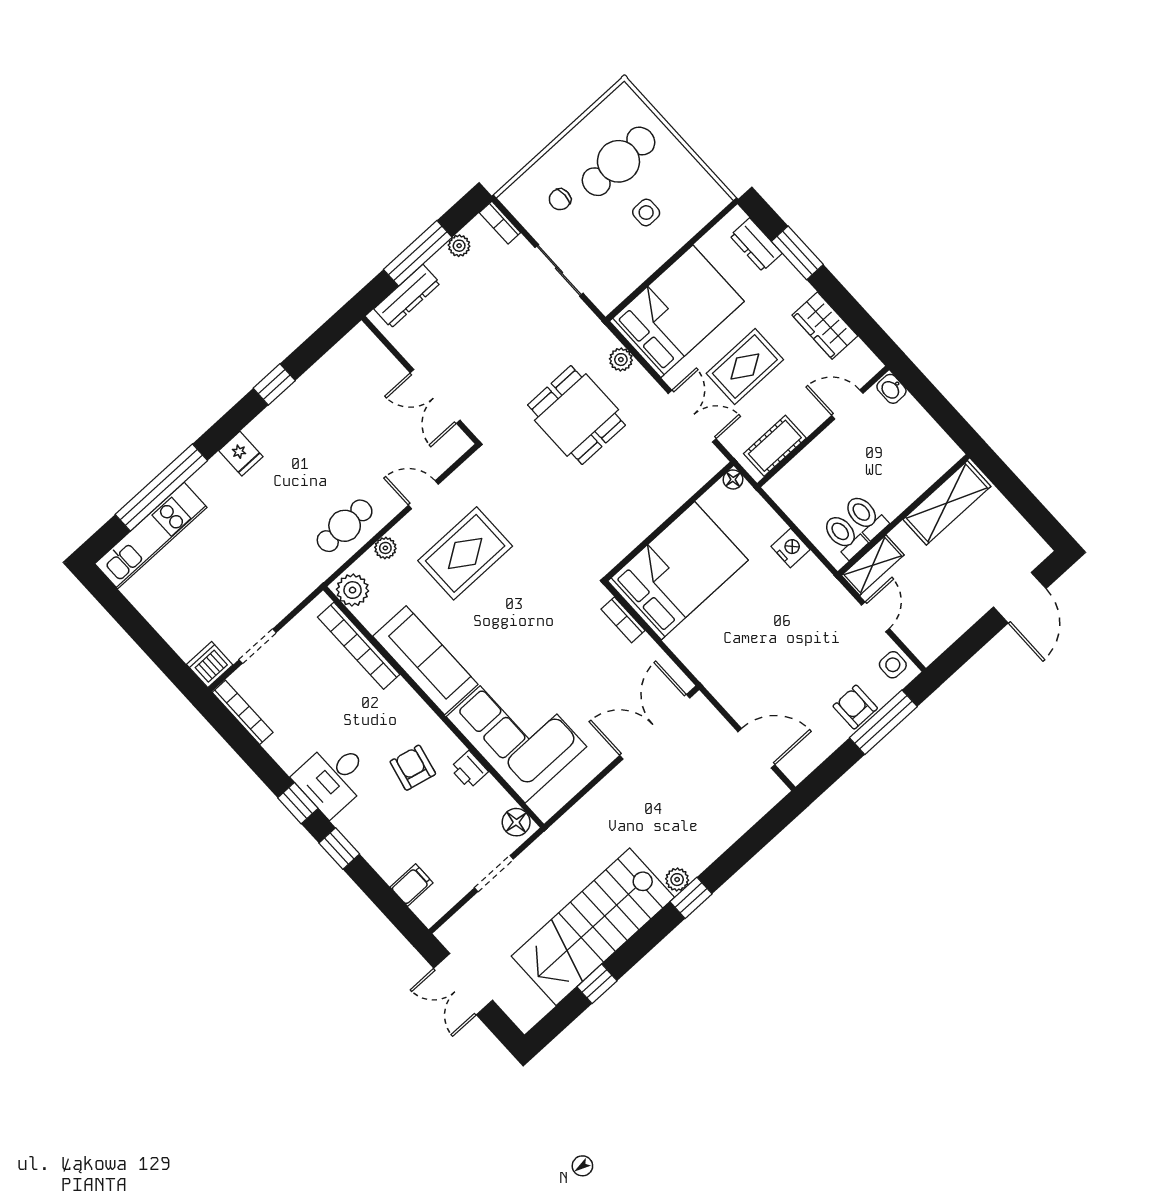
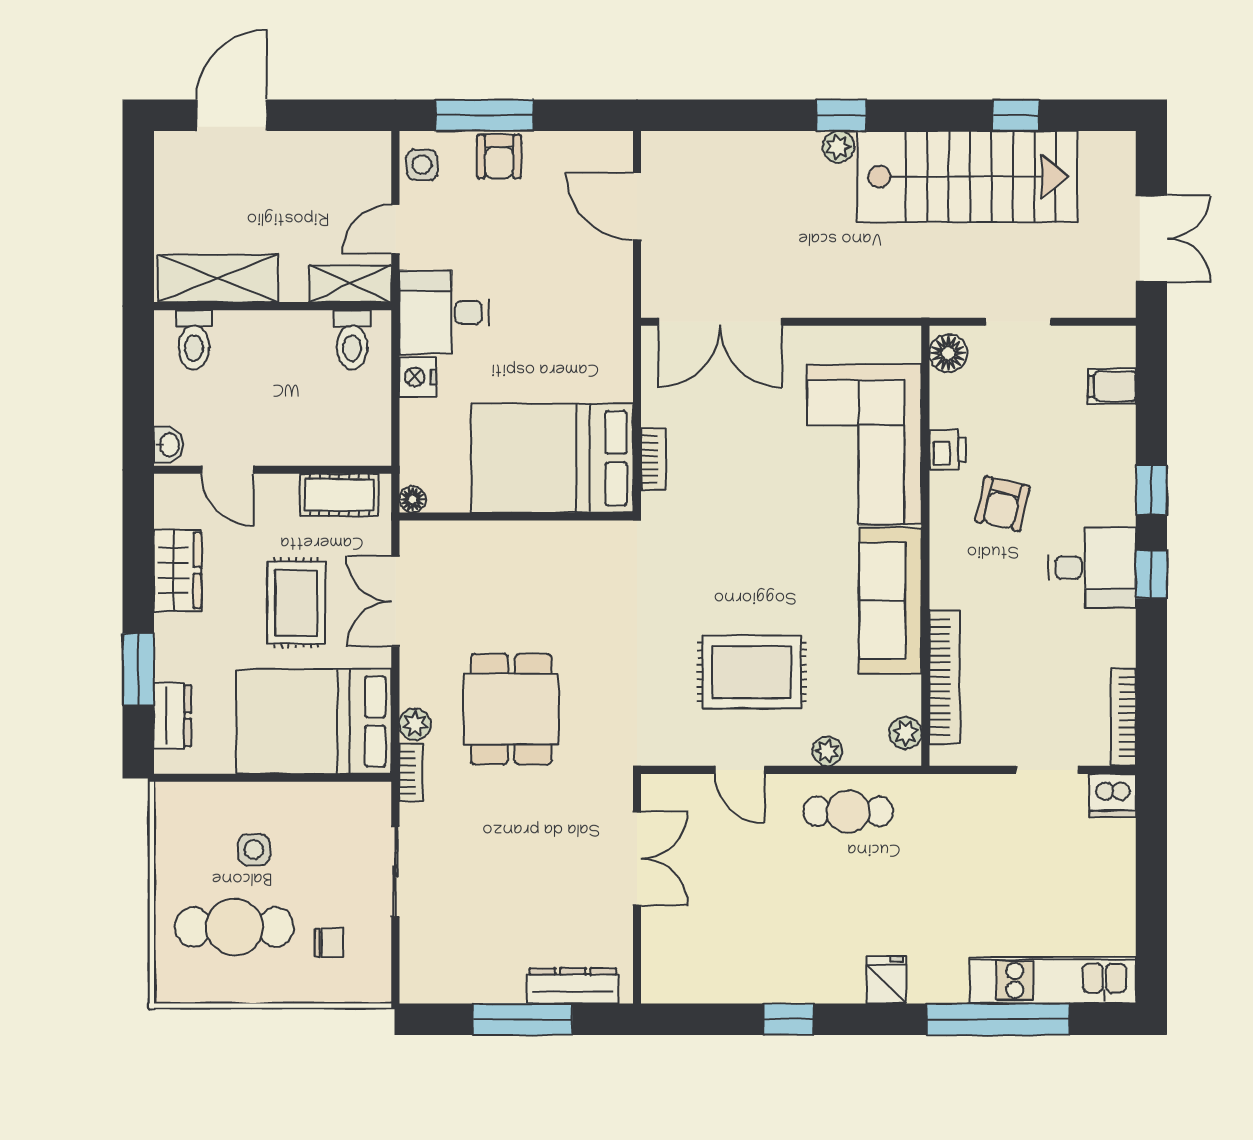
bookcase: (500, 223) -> (411, 772), moved
plant: (459, 246) -> (474, 989), removed
rug: (745, 367) -> (296, 603), turned 90
toilet: (865, 517) -> (194, 340), moved
plant: (353, 590) -> (905, 733), width x0.73, depth x0.73
desk: (808, 596) -> (444, 312), added

